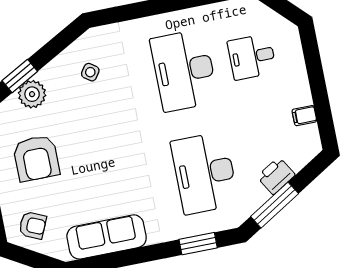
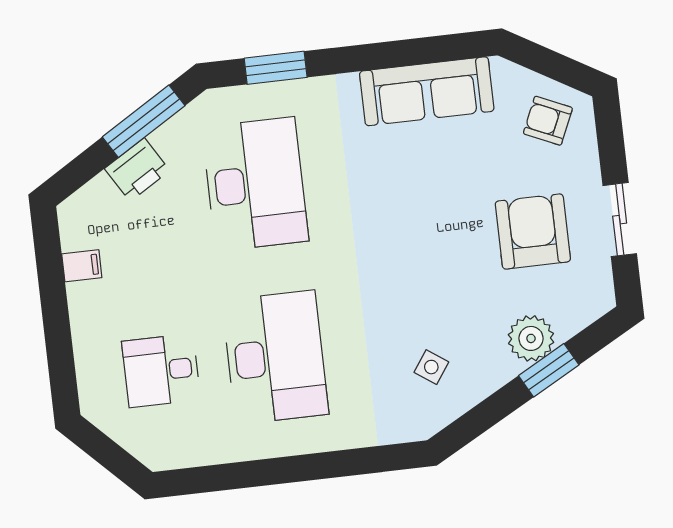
desk: (252, 57) -> (161, 370), turned 180

